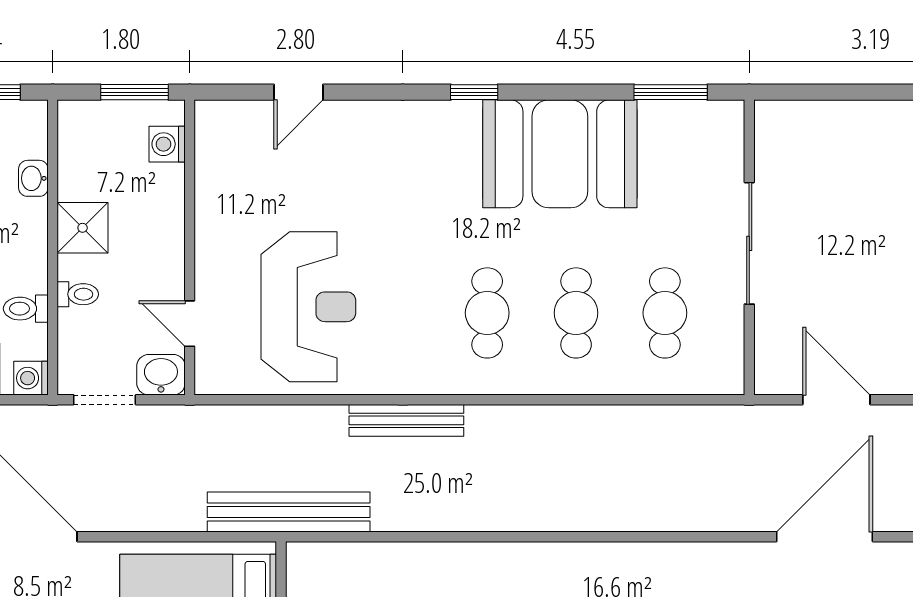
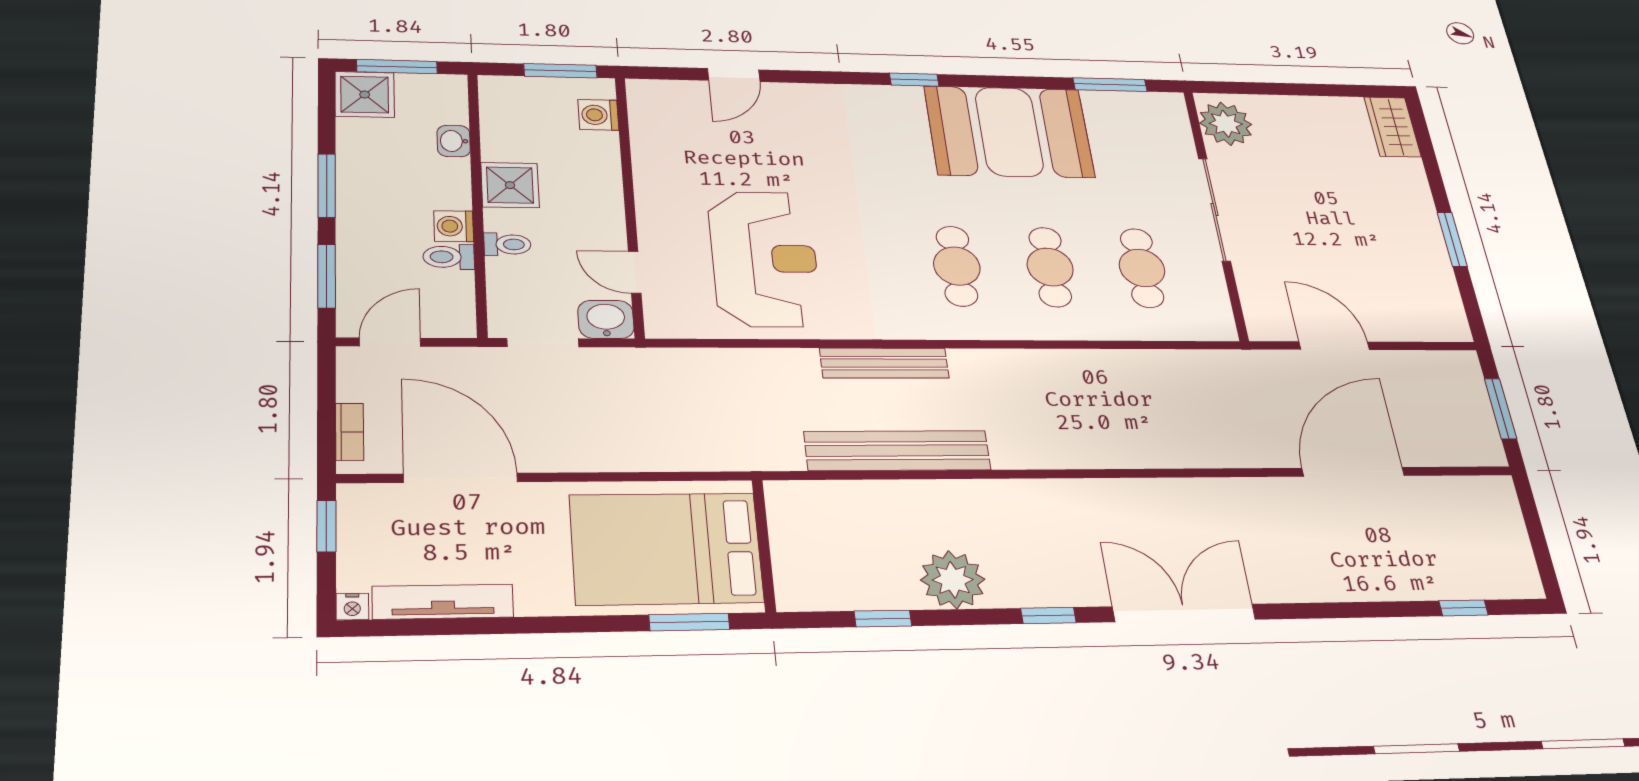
plant: (781, 138) -> (1226, 124), added
washing machine: (31, 378) -> (454, 226), moved
bench: (289, 512) -> (897, 451), moved

